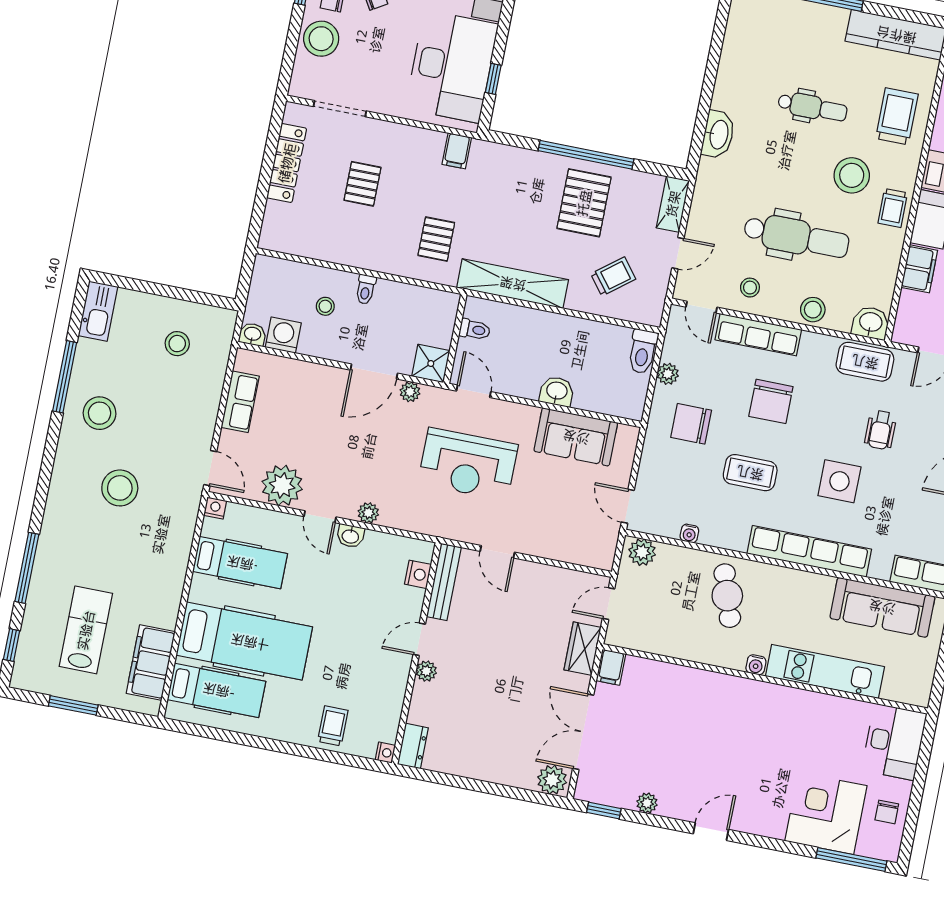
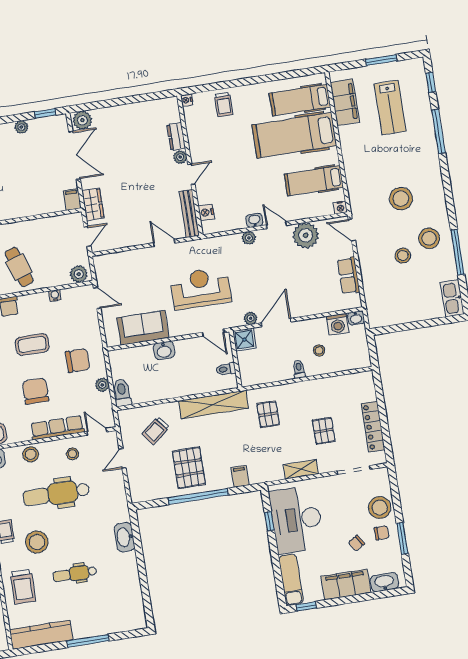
filing cabinet: (457, 151) -> (240, 476), moved
shelving: (673, 204) -> (301, 469), moved, turned 90
stool: (177, 344) -> (403, 256), moved
dresser: (413, 746) -> (176, 136), moved

